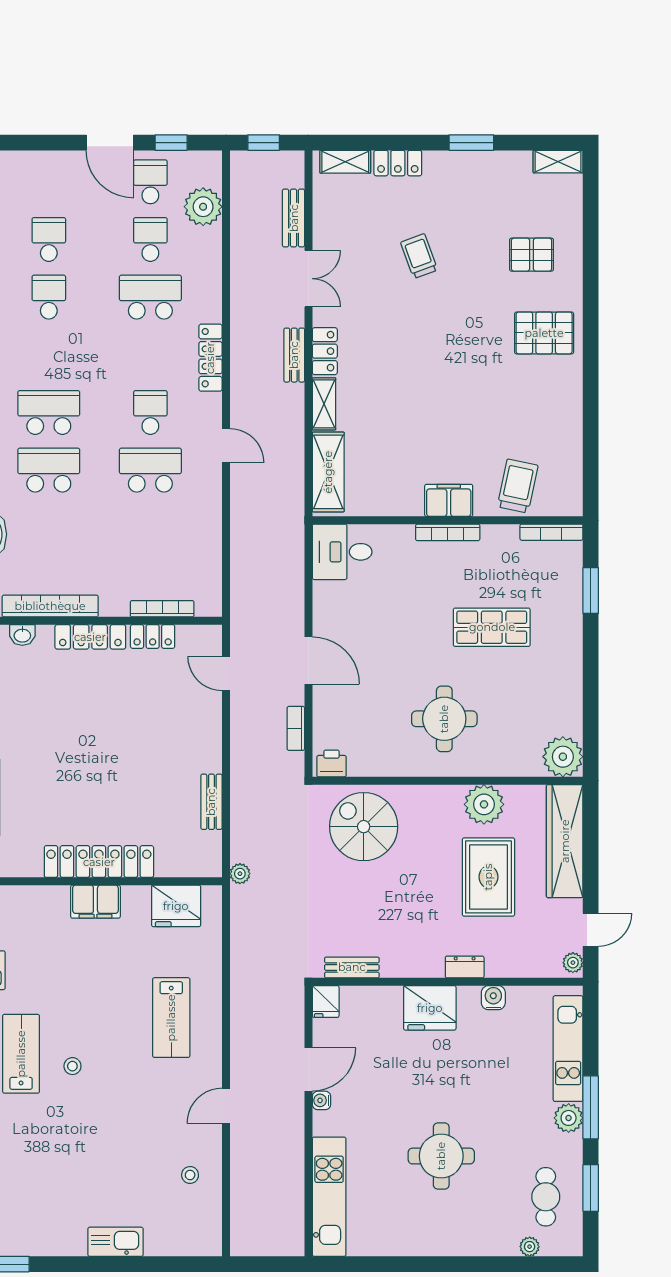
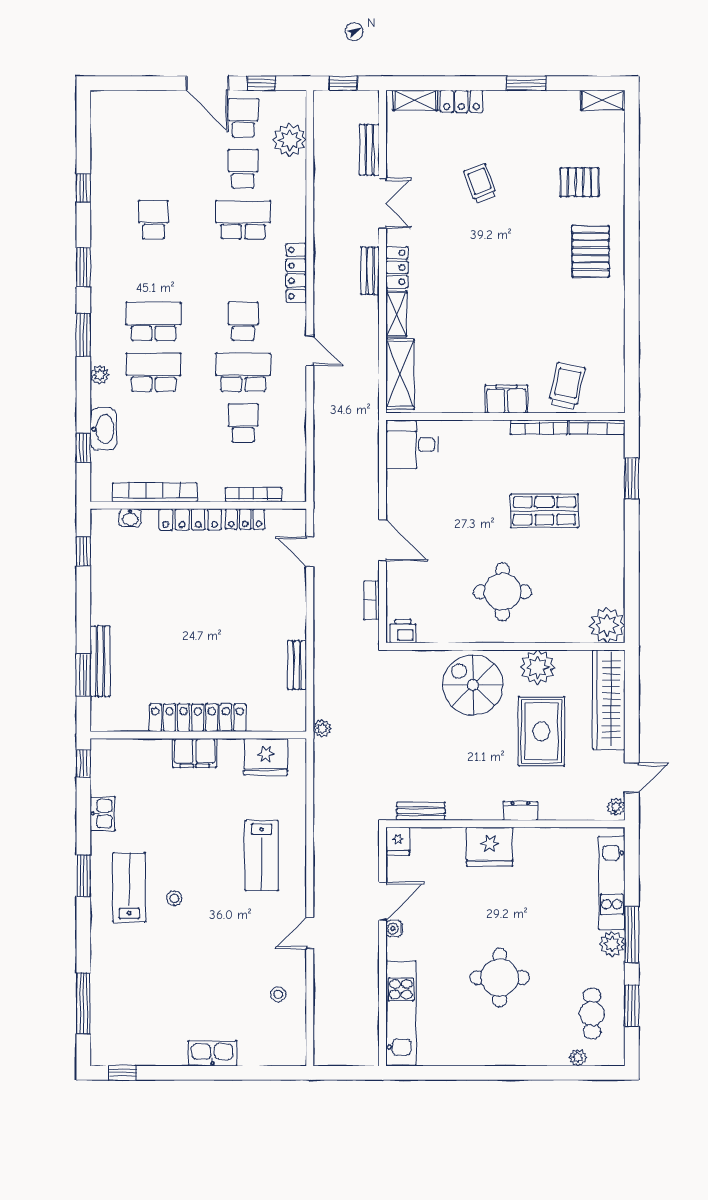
school desk: (49, 239) -> (243, 423), moved
pallet: (544, 333) -> (591, 251), turned 90
bookcase: (448, 532) -> (539, 427), moved
spiral stairs: (364, 827) -> (473, 685), moved
water cooler: (493, 998) -> (546, 838), removed

